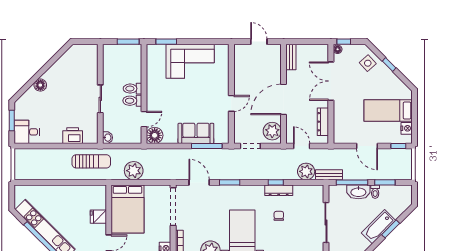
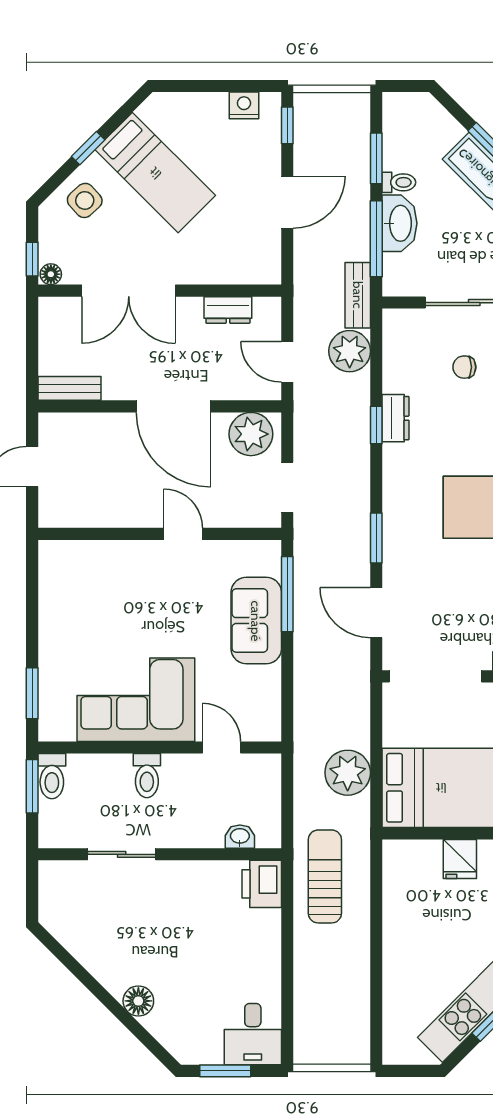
corner sofa: (190, 61) -> (136, 700), moved, turned -90
sliding door: (100, 99) -> (122, 854), moved
toilet: (132, 101) -> (52, 776), moved
bed: (388, 111) -> (155, 173), moved, turned -45
dresser: (323, 122) -> (228, 310), width x0.70
floor lamp: (155, 135) -> (261, 722), removed
printer: (73, 136) -> (262, 884), moved
washbasin: (108, 138) -> (240, 837), moved
door: (302, 146) -> (287, 362), hinge flipped
door: (199, 182) -> (376, 613), hinge flipped
dresser: (279, 190) -> (395, 418), width x0.70
chair: (279, 216) -> (464, 367), moved

